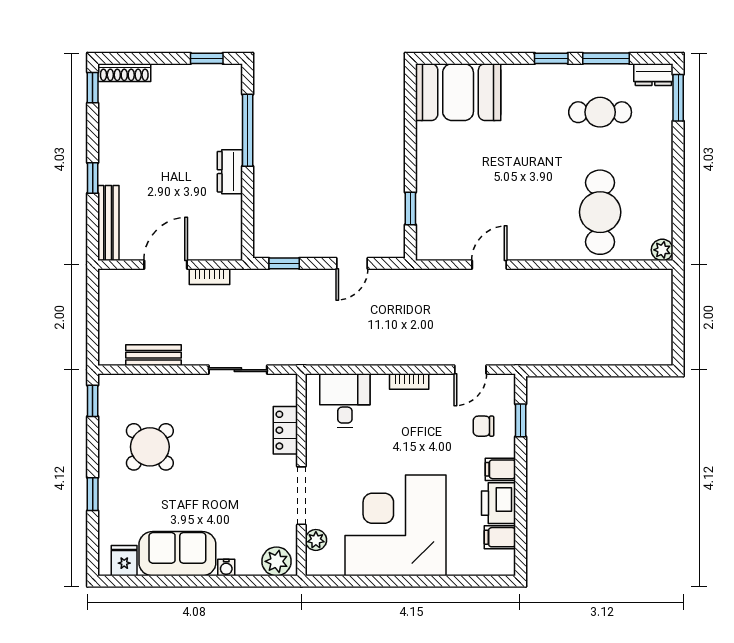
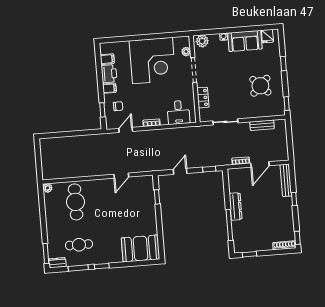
dresser: (230, 172) -> (236, 206), width x1.44

